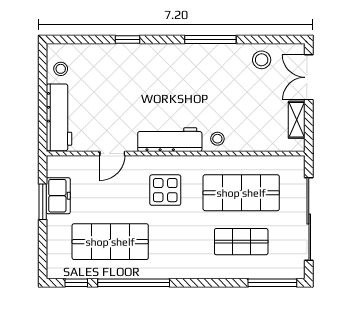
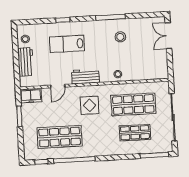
stool: (262, 60) -> (120, 37), moved
lab bench: (132, 81) -> (67, 44), added
workbench: (59, 117) -> (26, 62), width x0.73
shelving: (297, 120) -> (163, 61), removed
workbench: (170, 140) -> (85, 76), width x0.73
freezer: (58, 196) -> (31, 96), moved, turned 90

